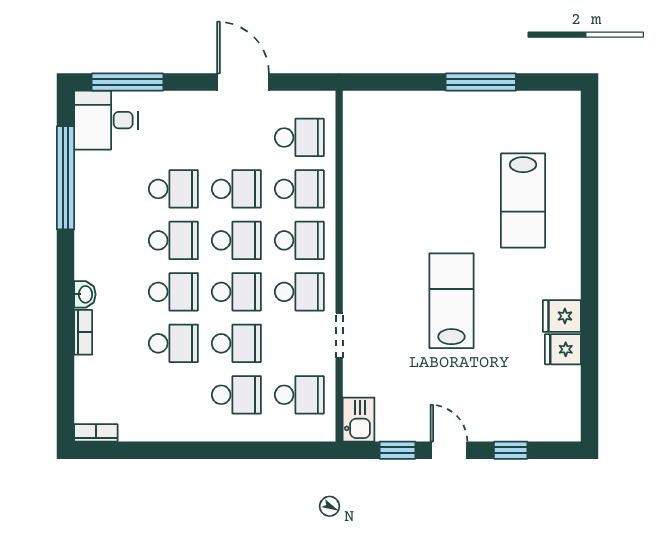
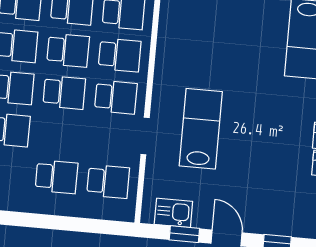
lab bench: (451, 301) -> (201, 129), moved
school desk: (236, 343) -> (60, 135), removed
kitchen sink: (358, 420) -> (173, 213), moved, turned -90

